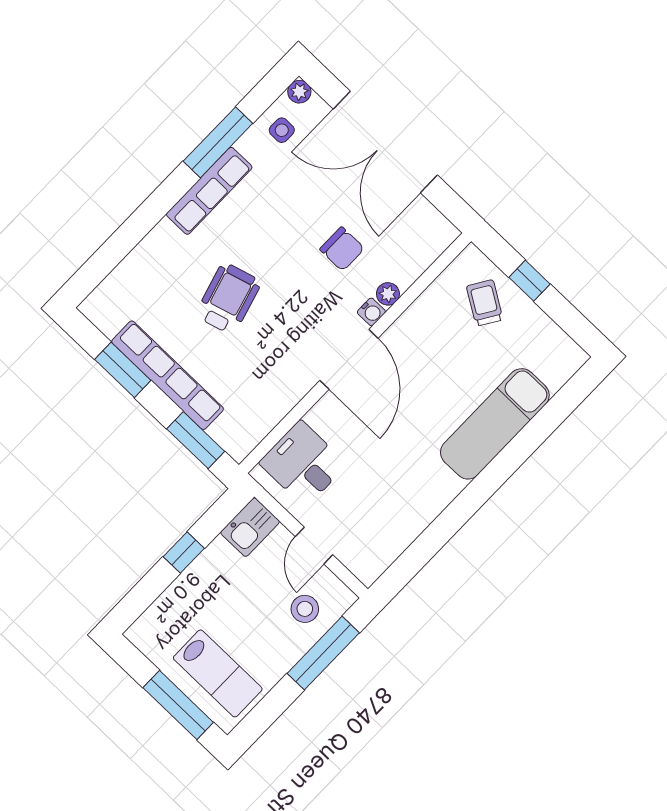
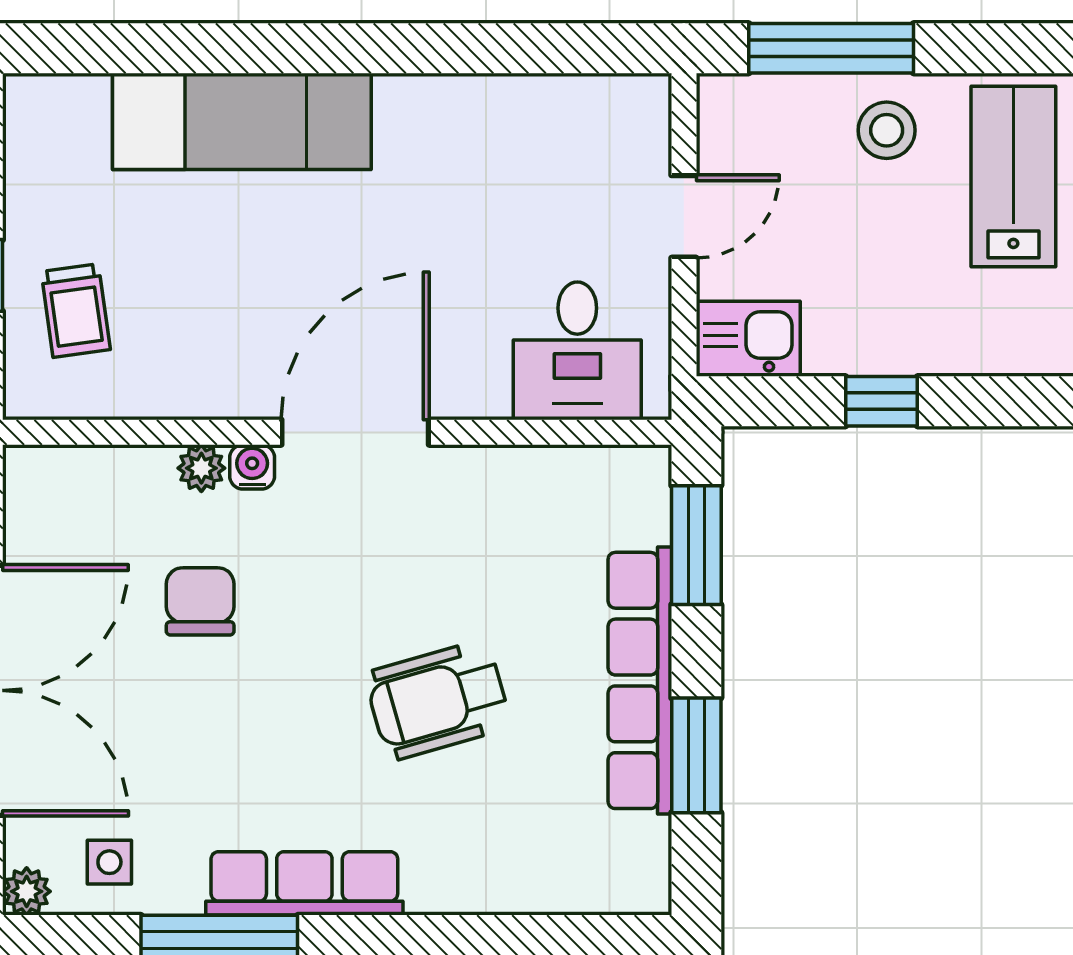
trolley: (485, 303) -> (76, 311), turned -40
stool: (305, 609) -> (887, 130), moved

